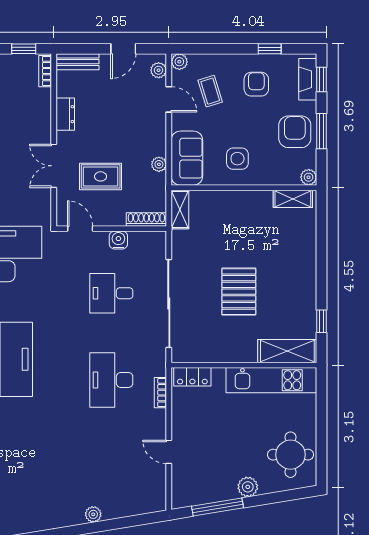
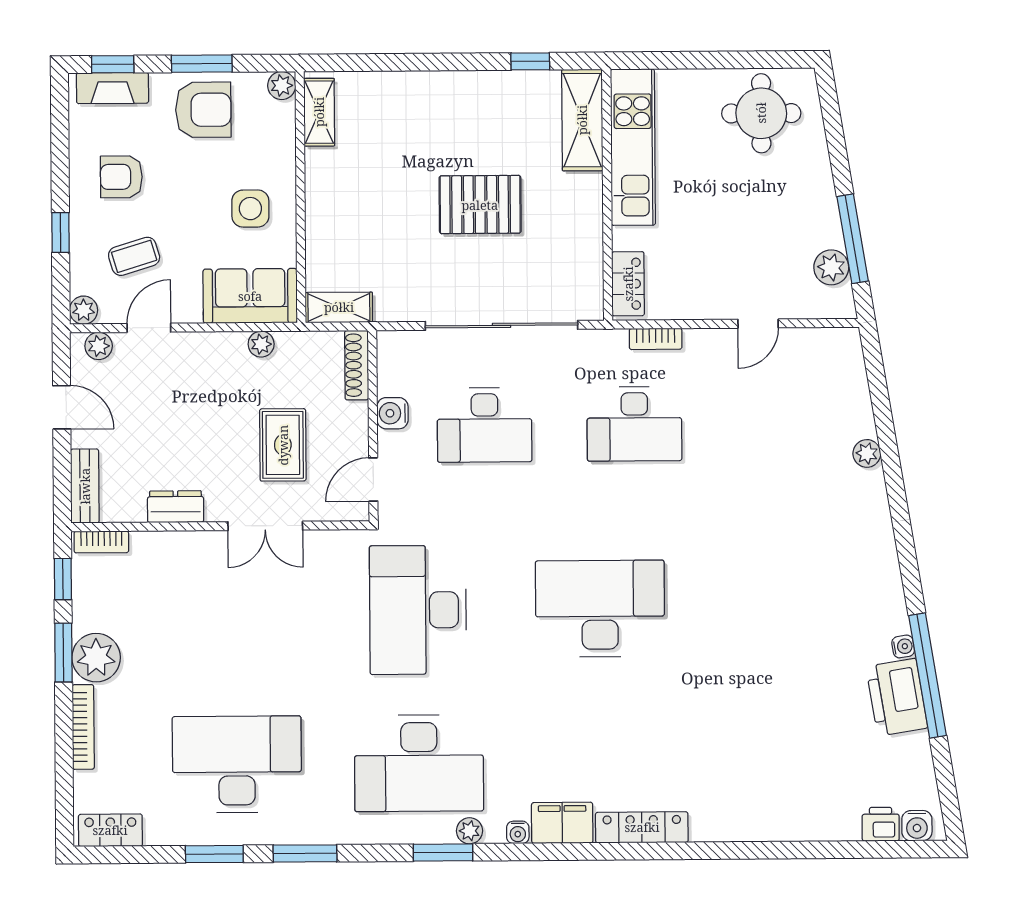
window: (270, 49) -> (60, 233), moved
armchair: (295, 132) -> (203, 110), turned 180
desk: (111, 293) -> (485, 425), width x1.37
plant: (248, 487) -> (831, 267), moved

